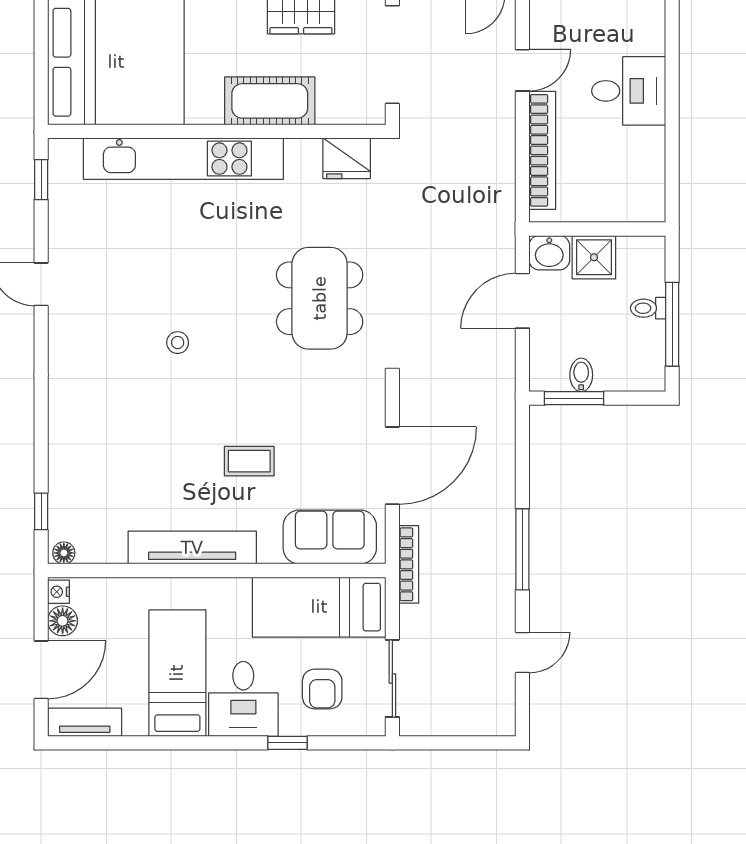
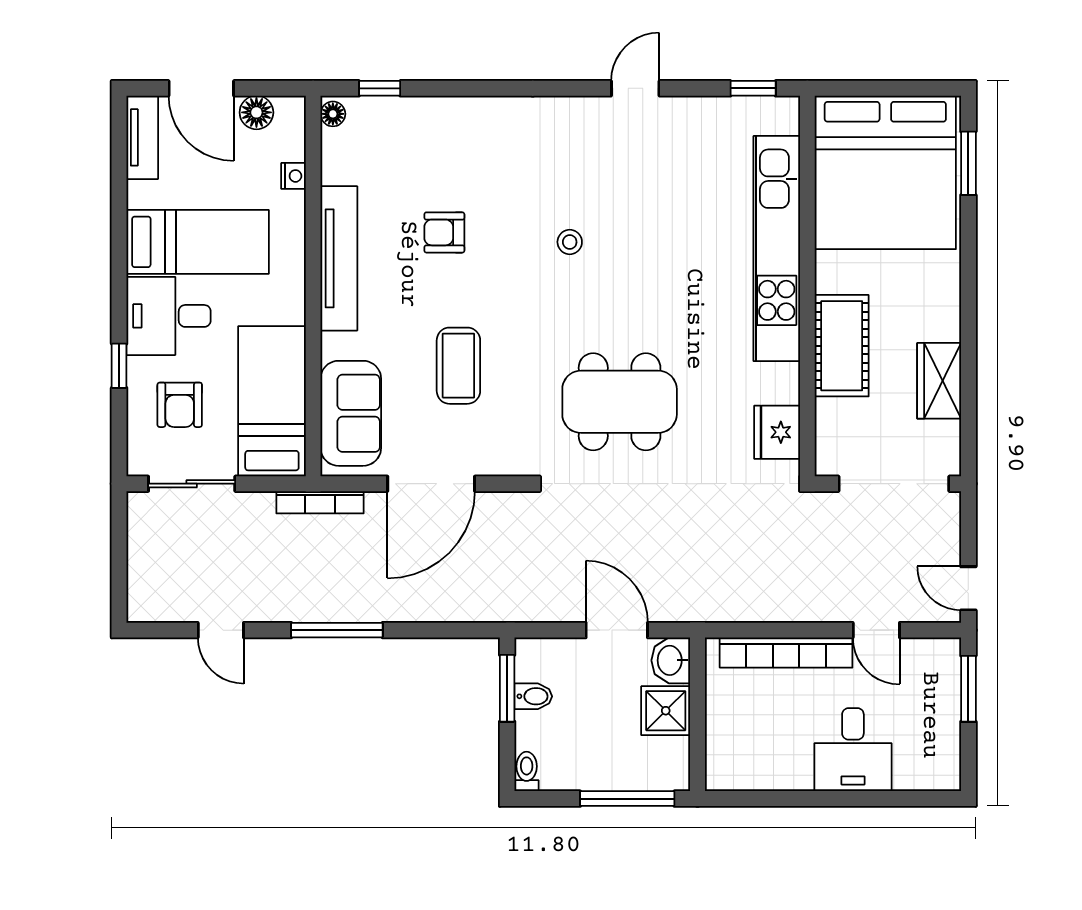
toilet: (648, 308) -> (527, 771), moved
window: (672, 324) -> (627, 799), moved
armchair: (169, 454) -> (444, 232), added
coffee table: (249, 461) -> (458, 366), moved, width x1.36, depth x1.30
door: (392, 466) -> (431, 484), hinge flipped
nightstand: (59, 592) -> (293, 176), moved, turned 90
armchair: (322, 689) -> (180, 405), turned -90

